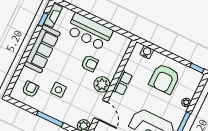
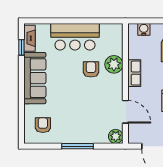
armchair: (90, 63) -> (91, 69), turned -90
plant: (102, 84) -> (114, 64), moved
side table: (58, 90) -> (72, 112), removed

